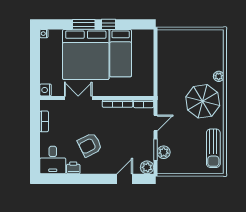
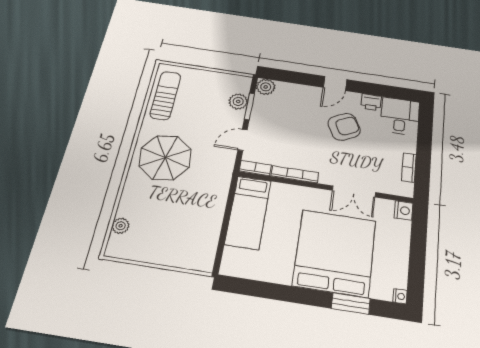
window: (84, 24) -> (351, 303), moved
window: (109, 24) -> (291, 294), removed
bed: (121, 53) -> (248, 212), moved, turned 180
plant: (219, 76) -> (121, 226), moved
door: (125, 179) -> (335, 83), moved

